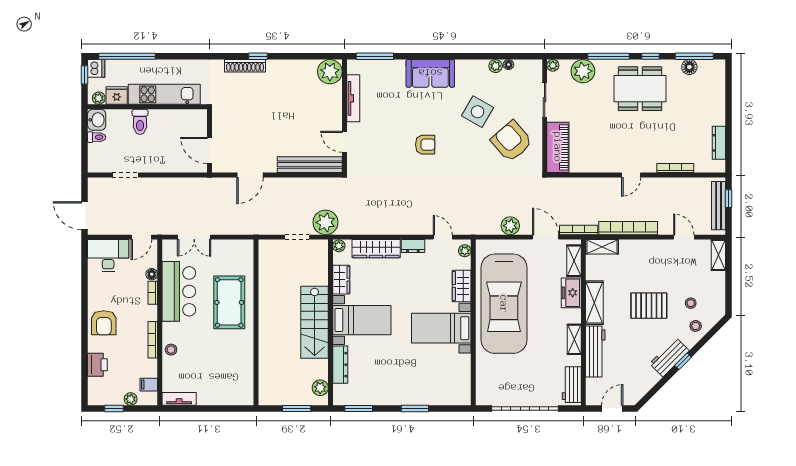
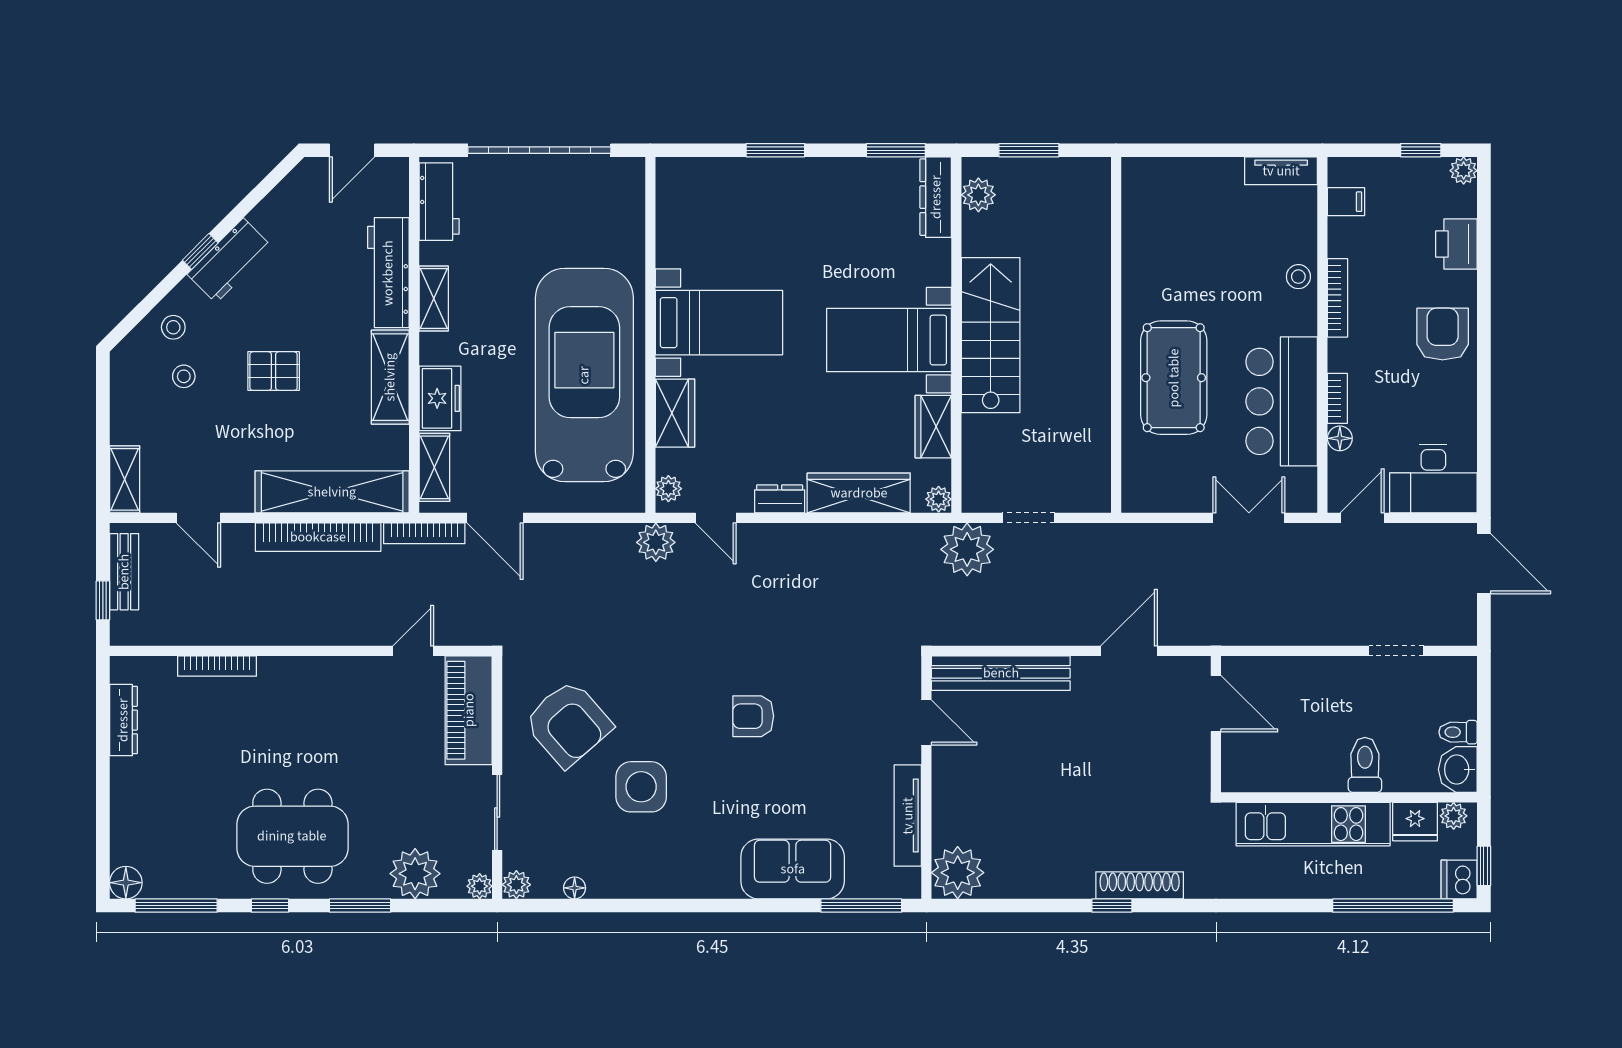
window: (609, 56) -> (360, 906), width x0.69
plant: (496, 66) -> (516, 885), moved
floor lamp: (689, 67) -> (126, 883), moved
sofa: (430, 73) -> (793, 869), moved
side table: (477, 112) -> (641, 787), turned -30
door: (631, 175) -> (413, 651), moved
bench: (719, 206) -> (124, 572), width x0.73
plant: (510, 226) -> (656, 542), moved
shelving: (602, 247) -> (332, 492), width x2.20, depth x1.33
pallet: (649, 306) -> (274, 371), width x0.67, depth x0.71
dresser: (340, 365) -> (936, 197), moved
plant: (131, 399) -> (1464, 171), moved

